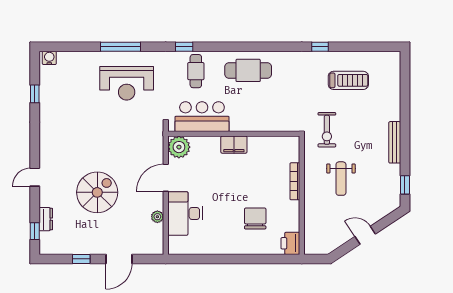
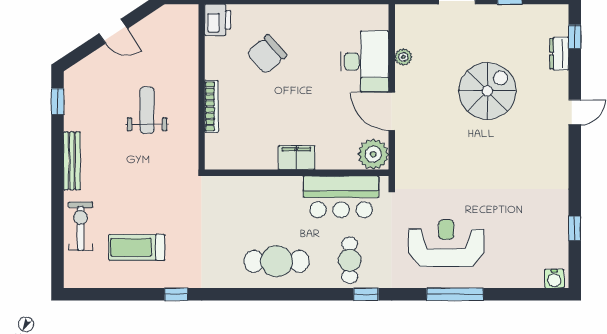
exercise bike: (327, 130) -> (81, 226), moved
door: (166, 178) -> (392, 111), swing flipped
spiral stairs: (97, 192) -> (487, 91), turned 180
chair: (255, 219) -> (267, 54), turned 49

